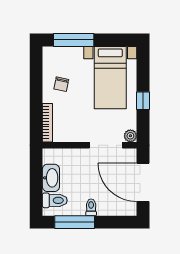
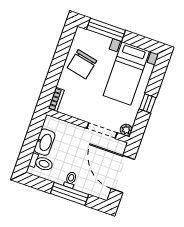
chair: (61, 84) -> (82, 64), width x1.87, depth x1.87
bookcase: (47, 123) -> (56, 99), width x0.64
window: (75, 222) -> (70, 194), moved

